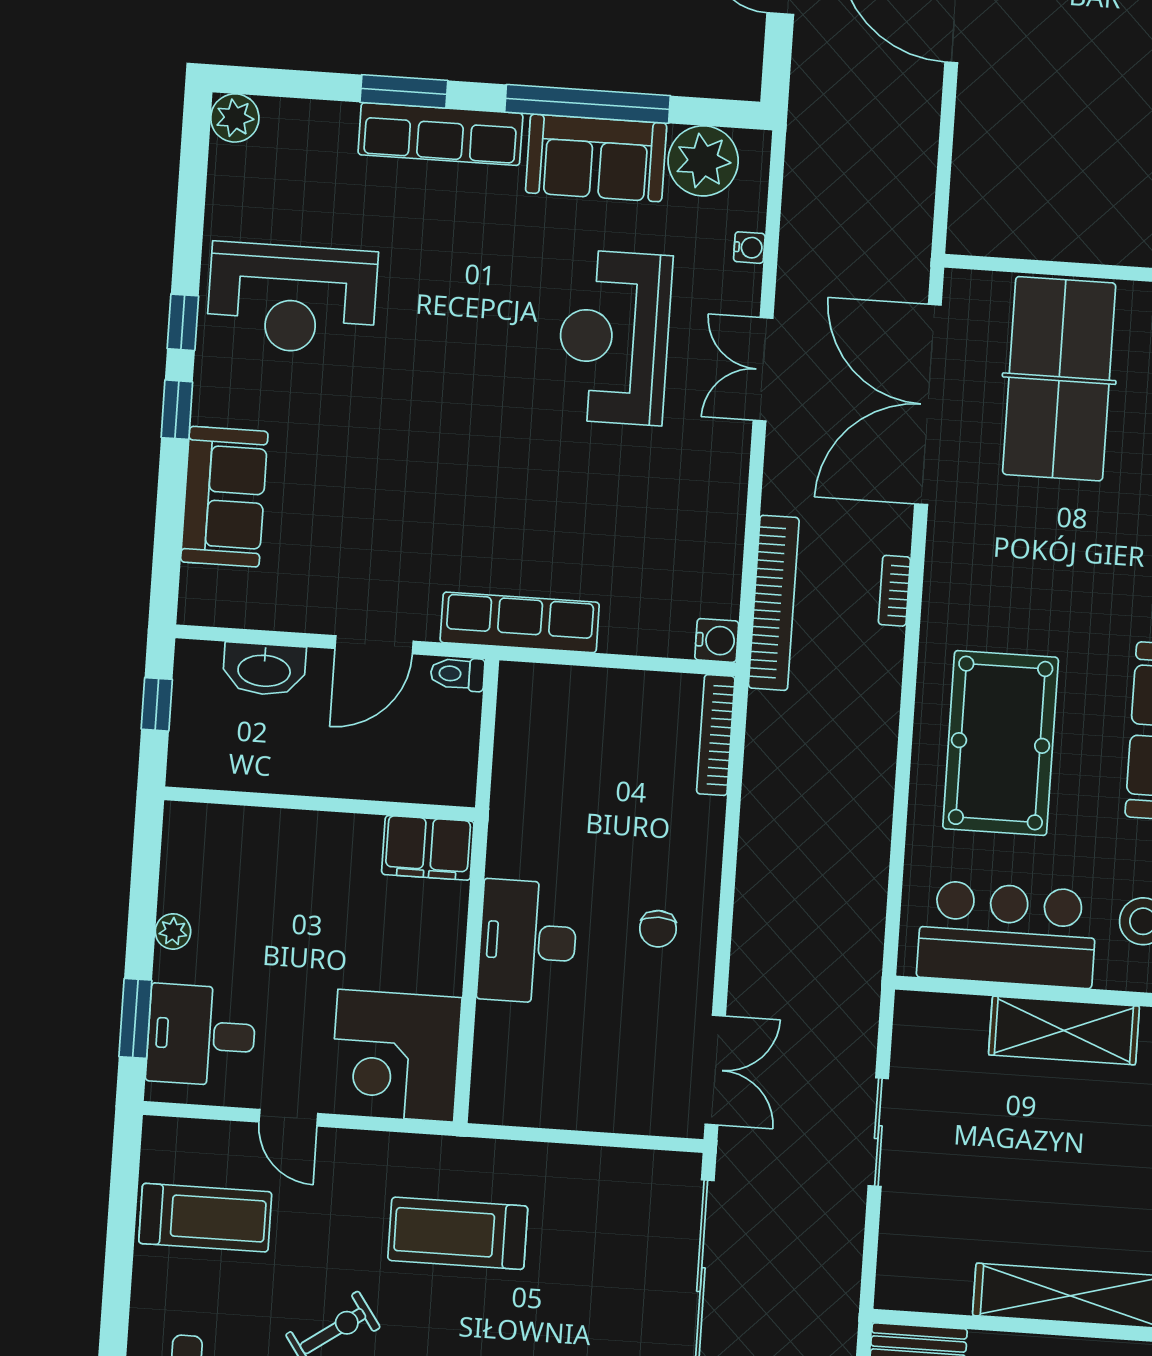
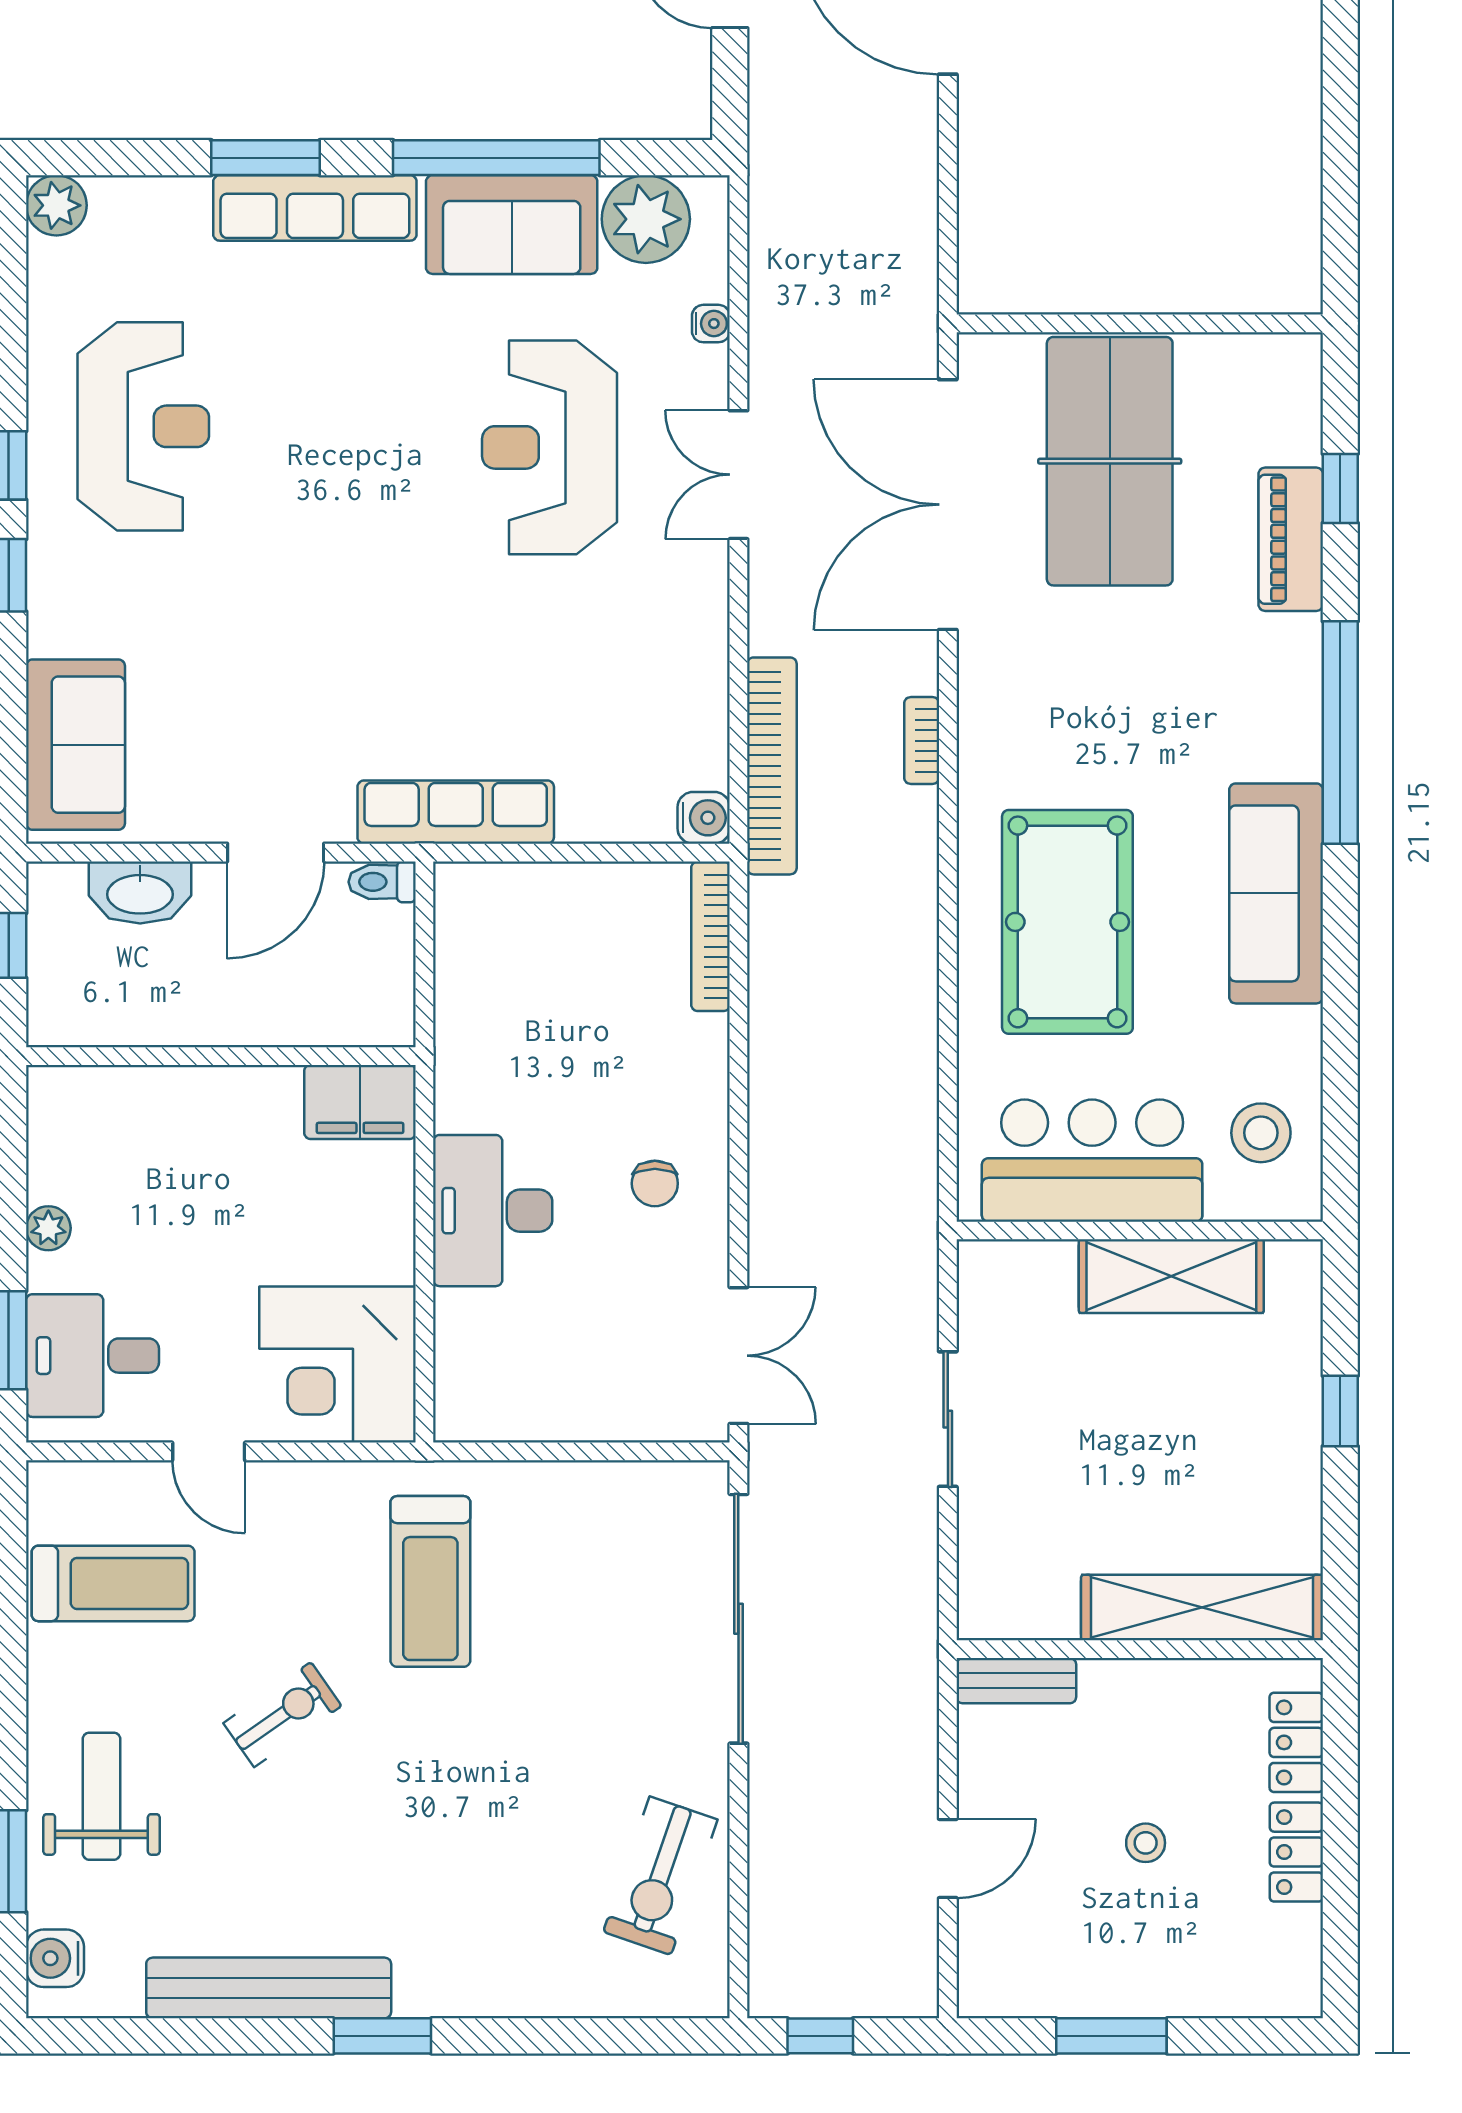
reception desk: (292, 299) -> (143, 426), turned -90
sofa: (224, 497) -> (75, 745), moved
treadmill: (458, 1233) -> (430, 1581), turned -90

